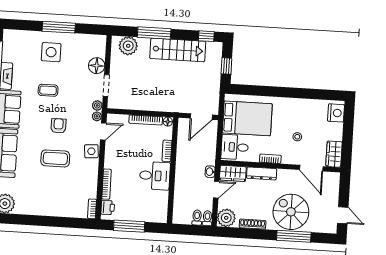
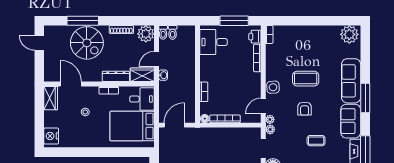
desk: (155, 176) -> (214, 42), moved

